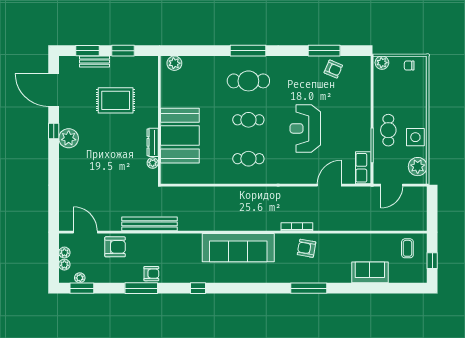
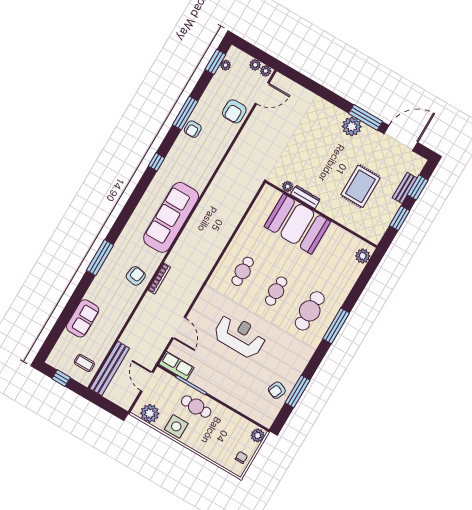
window: (54, 131) -> (366, 117), width x2.17
bench: (150, 224) -> (110, 368), moved
plant: (64, 265) -> (266, 71), moved

